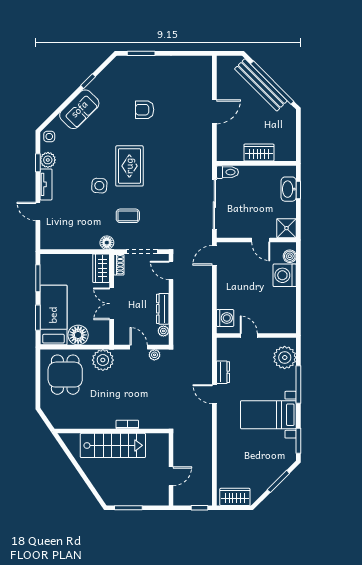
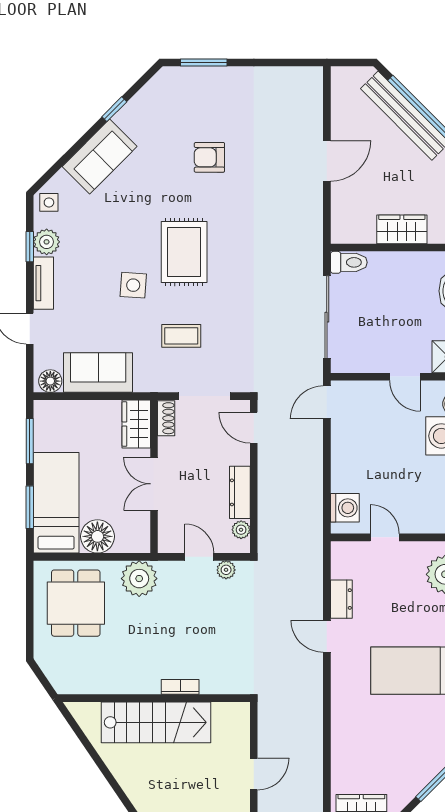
sofa: (78, 238) -> (98, 373), added
floor lamp: (107, 243) -> (50, 381), moved

